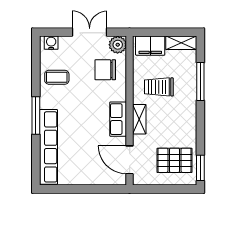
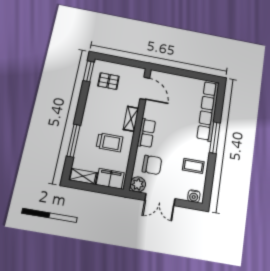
row of seats: (118, 119) -> (146, 133), moved
pallet: (174, 160) -> (108, 81), width x0.67, depth x0.71

